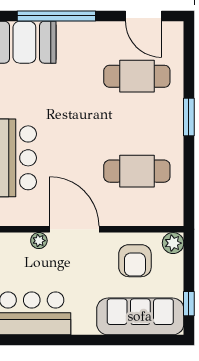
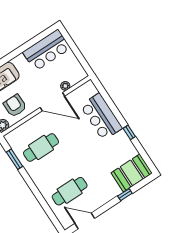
window: (56, 16) -> (125, 195), width x0.32
window: (189, 117) -> (14, 159), moved

